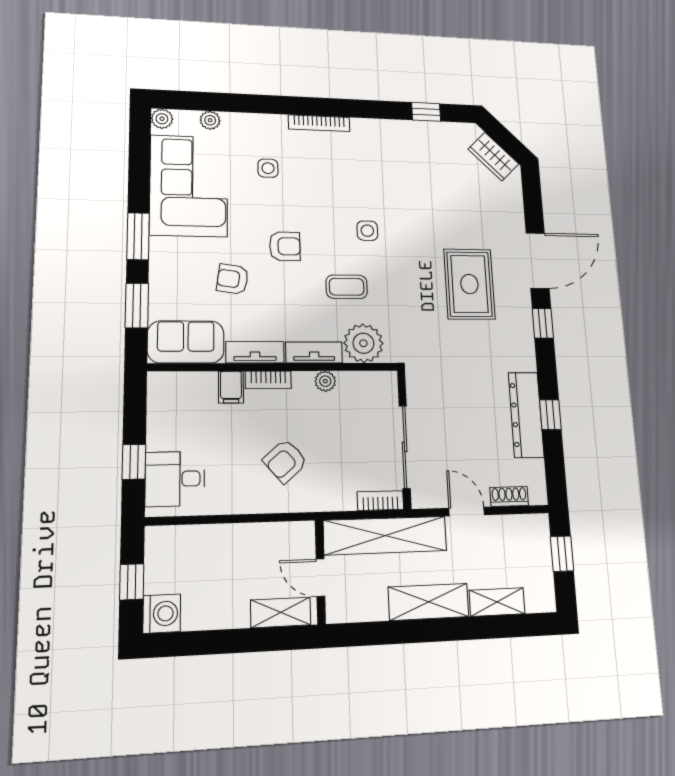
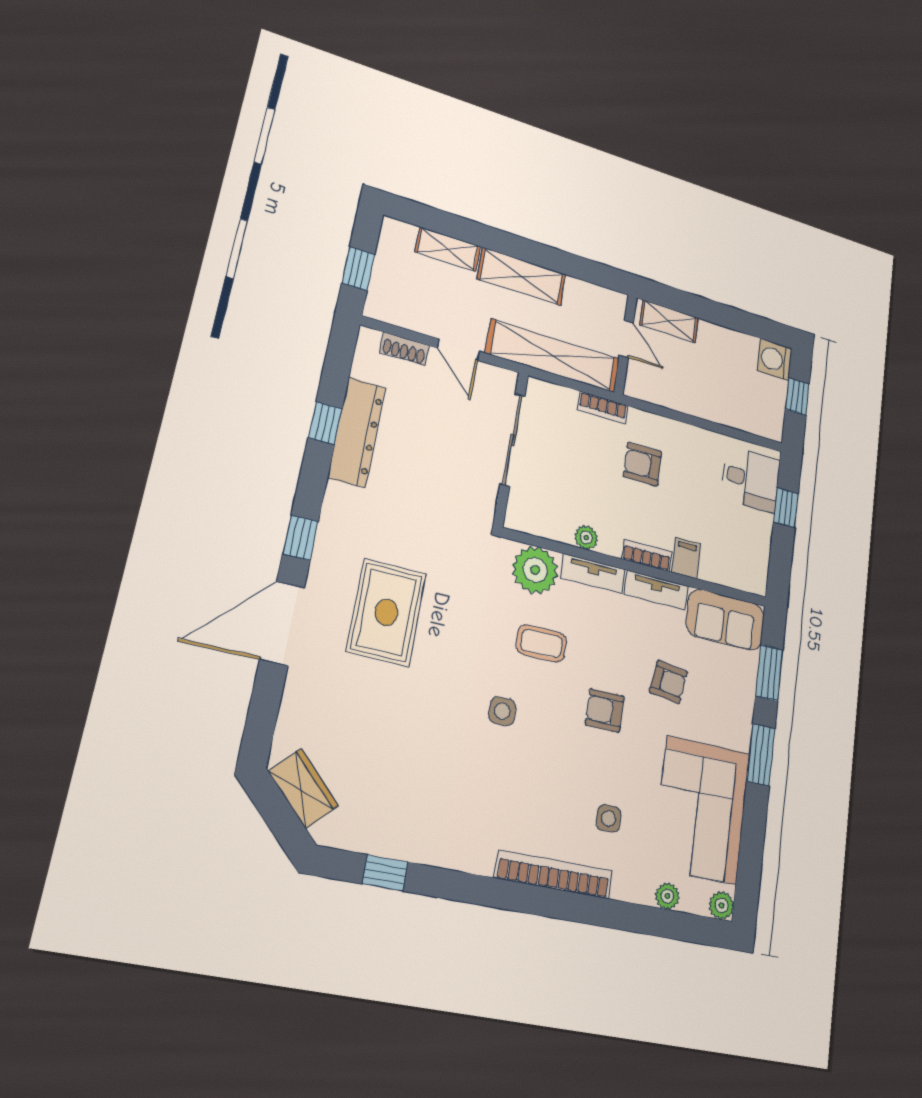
bookcase: (319, 123) -> (554, 874), width x1.48, depth x1.31
armchair: (285, 461) -> (643, 464), turned -139
bookcase: (380, 501) -> (603, 408), moved

